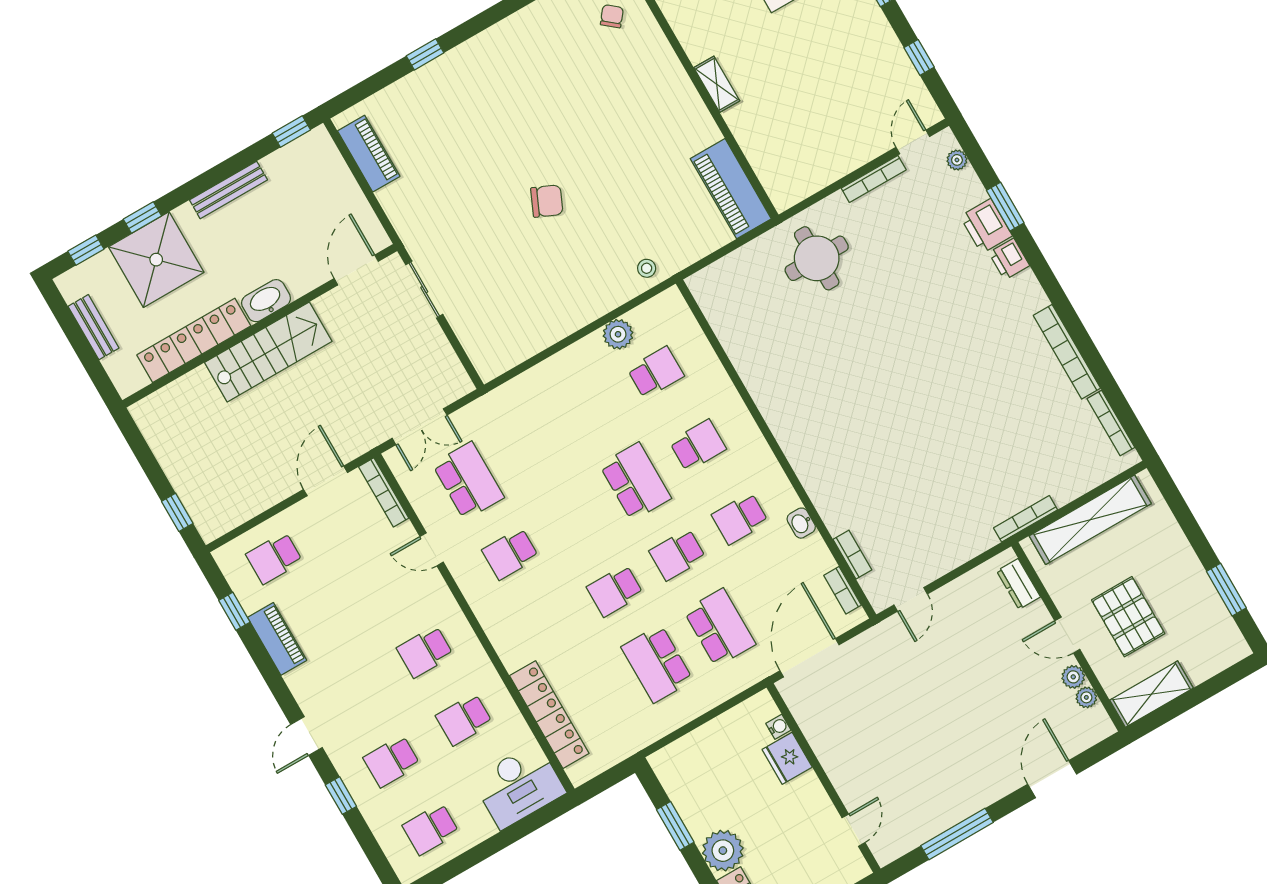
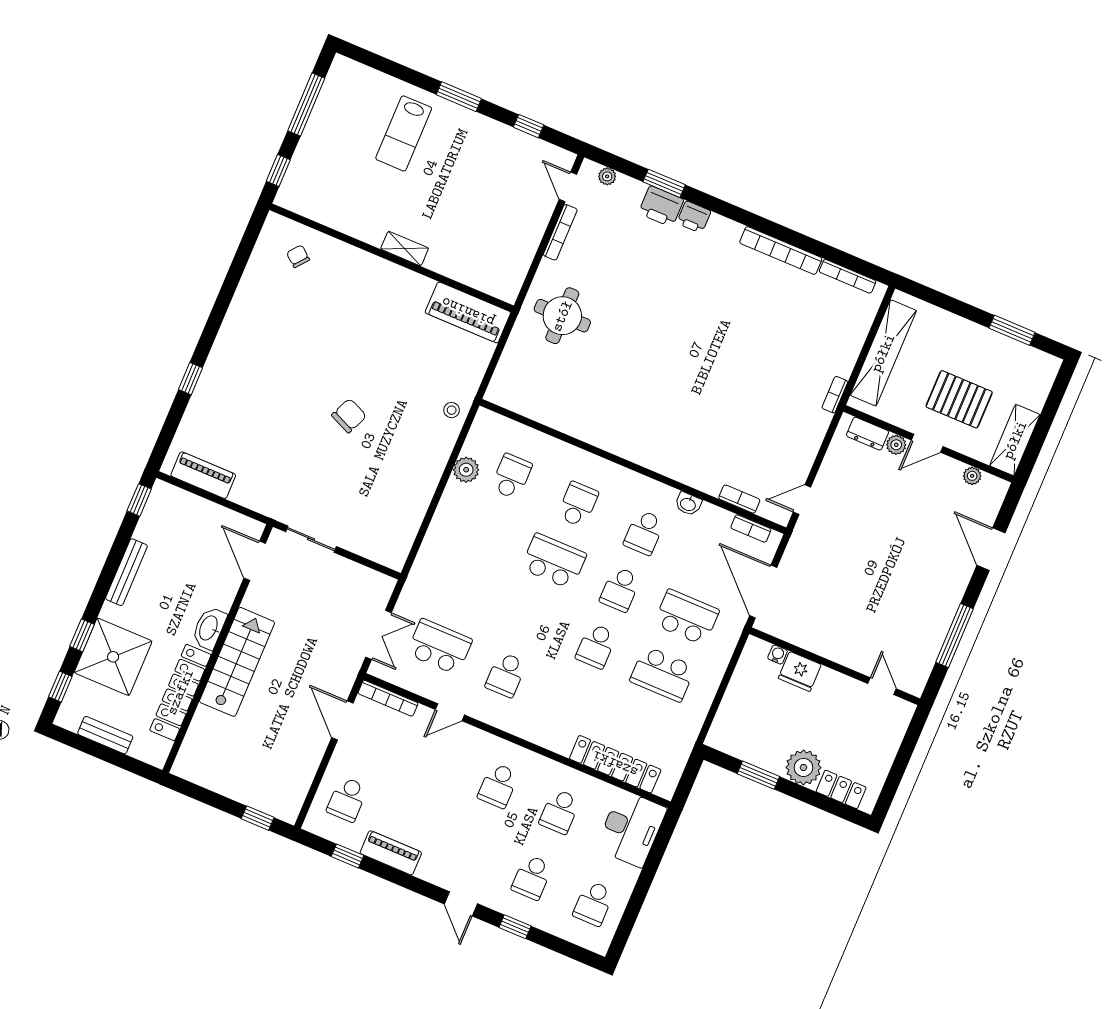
bookcase: (1026, 519) -> (835, 395), width x0.64
door: (911, 599) -> (802, 500), swing flipped
plant: (1073, 677) -> (896, 445), moved

